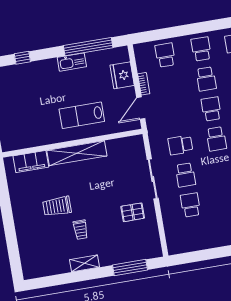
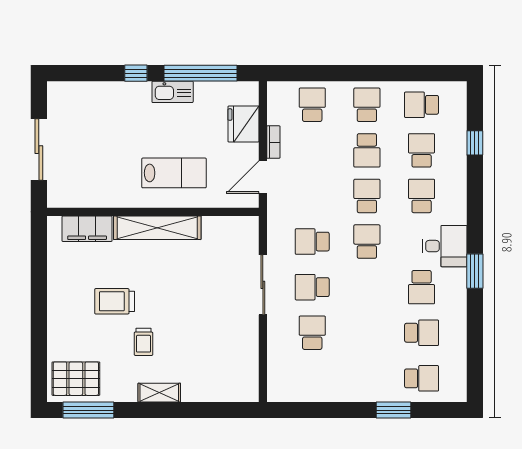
window: (22, 58) -> (136, 73), moved
lab bench: (82, 115) -> (174, 173), turned 180
school desk: (216, 139) -> (367, 242), turned 180
school desk: (185, 175) -> (312, 287), turned 90
pallet: (133, 212) -> (76, 379), moved, width x1.50, depth x1.42
shelving: (85, 263) -> (159, 393), moved
window: (130, 267) -> (88, 410), moved

